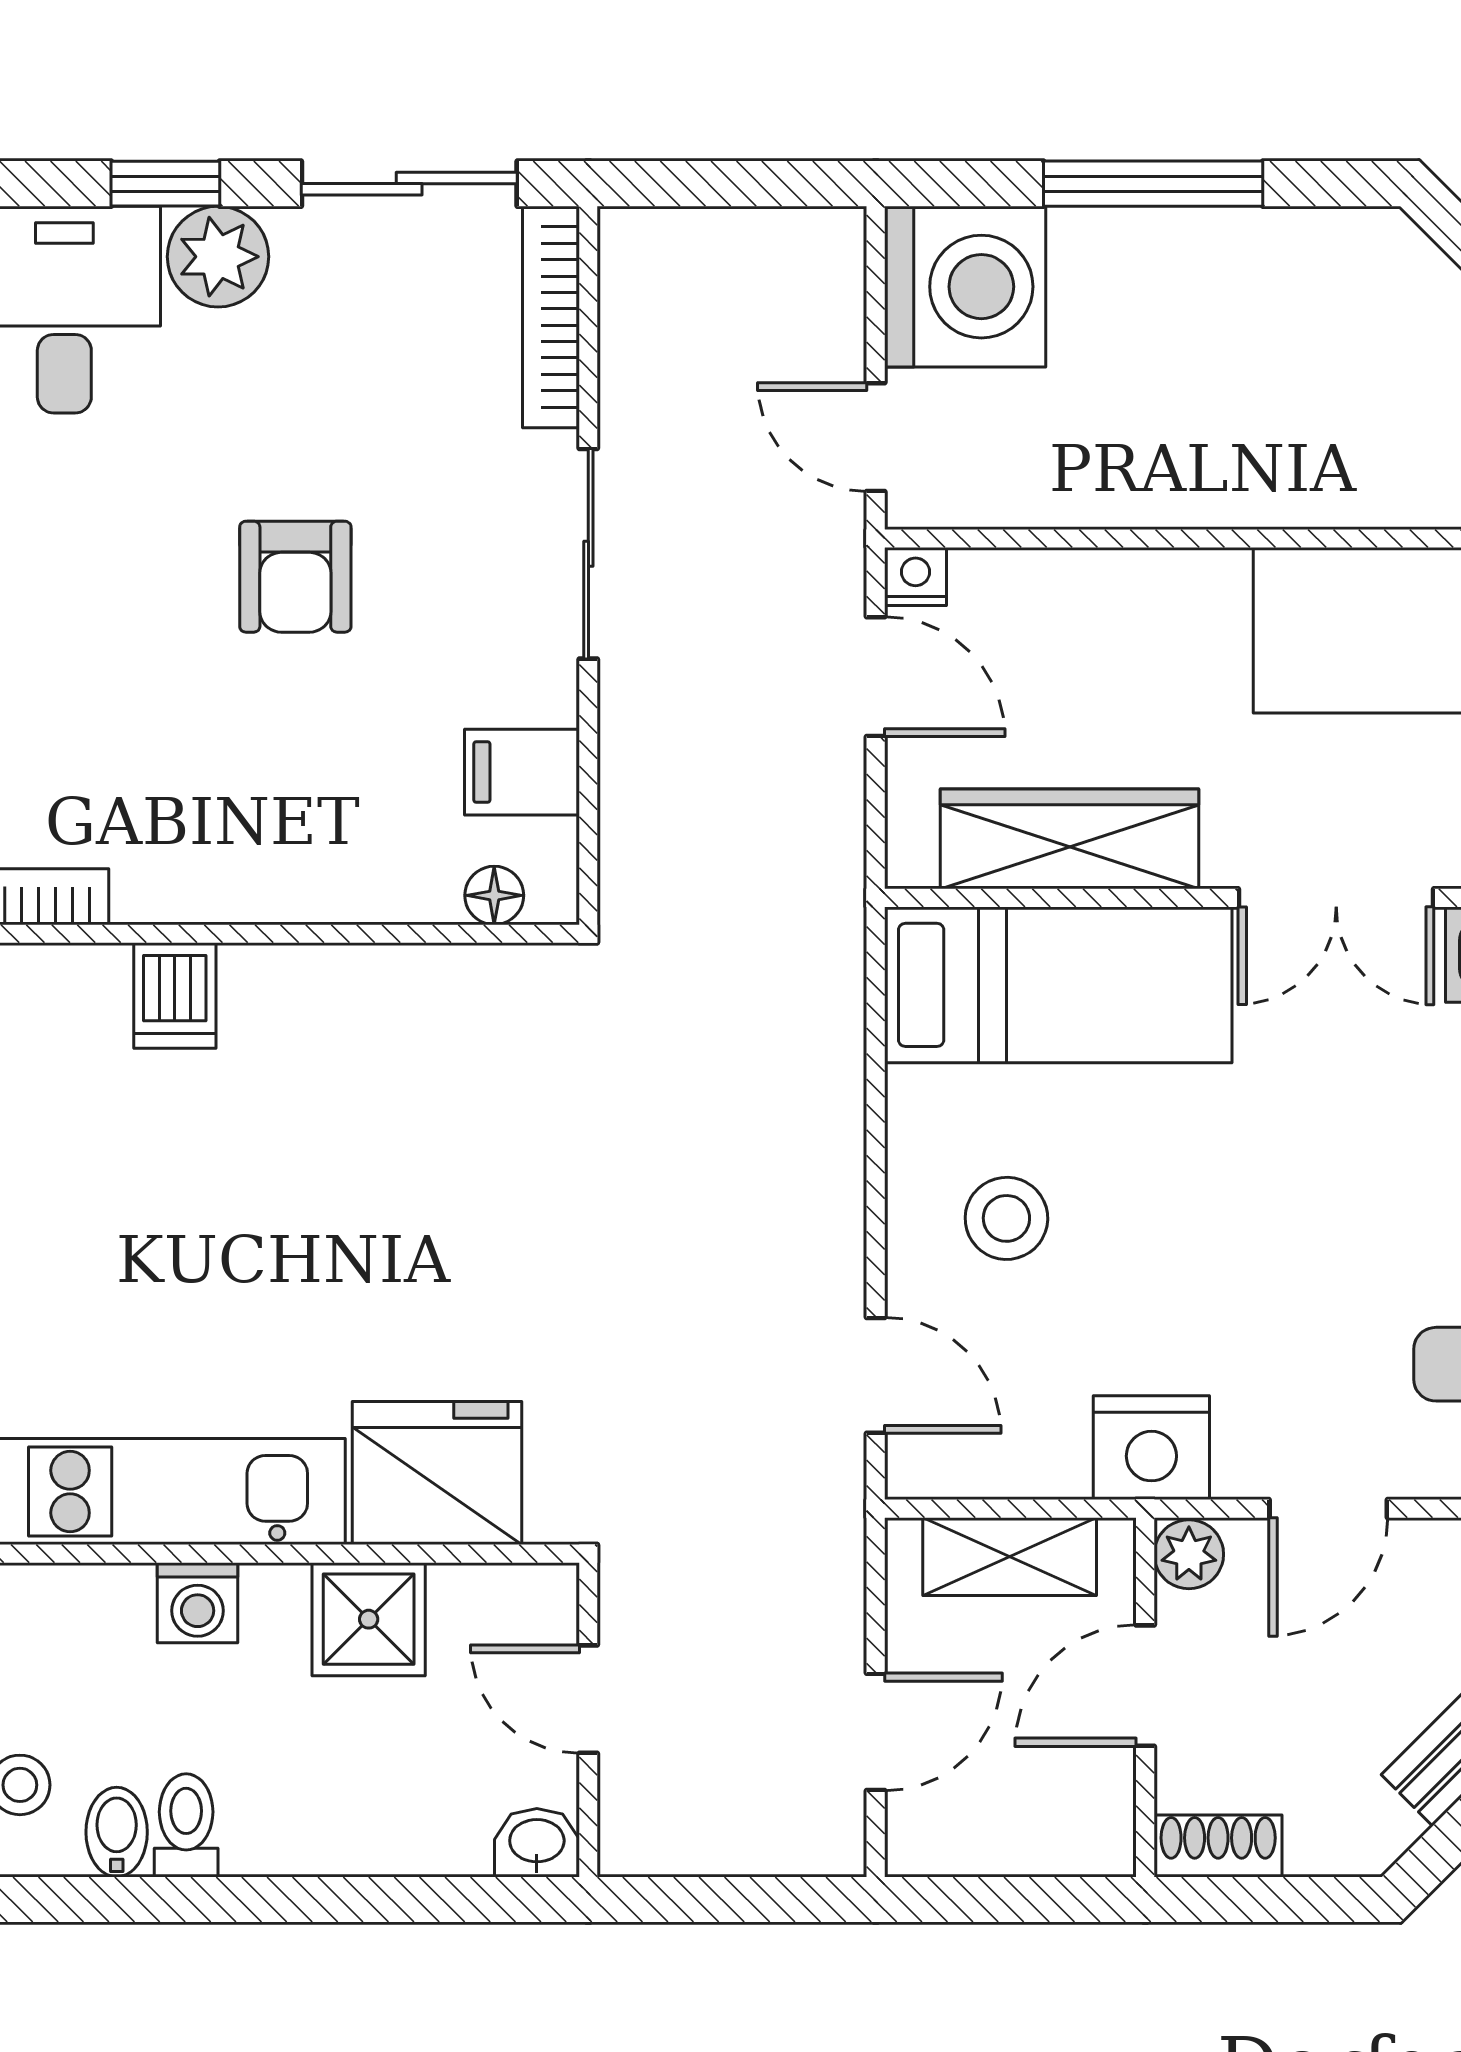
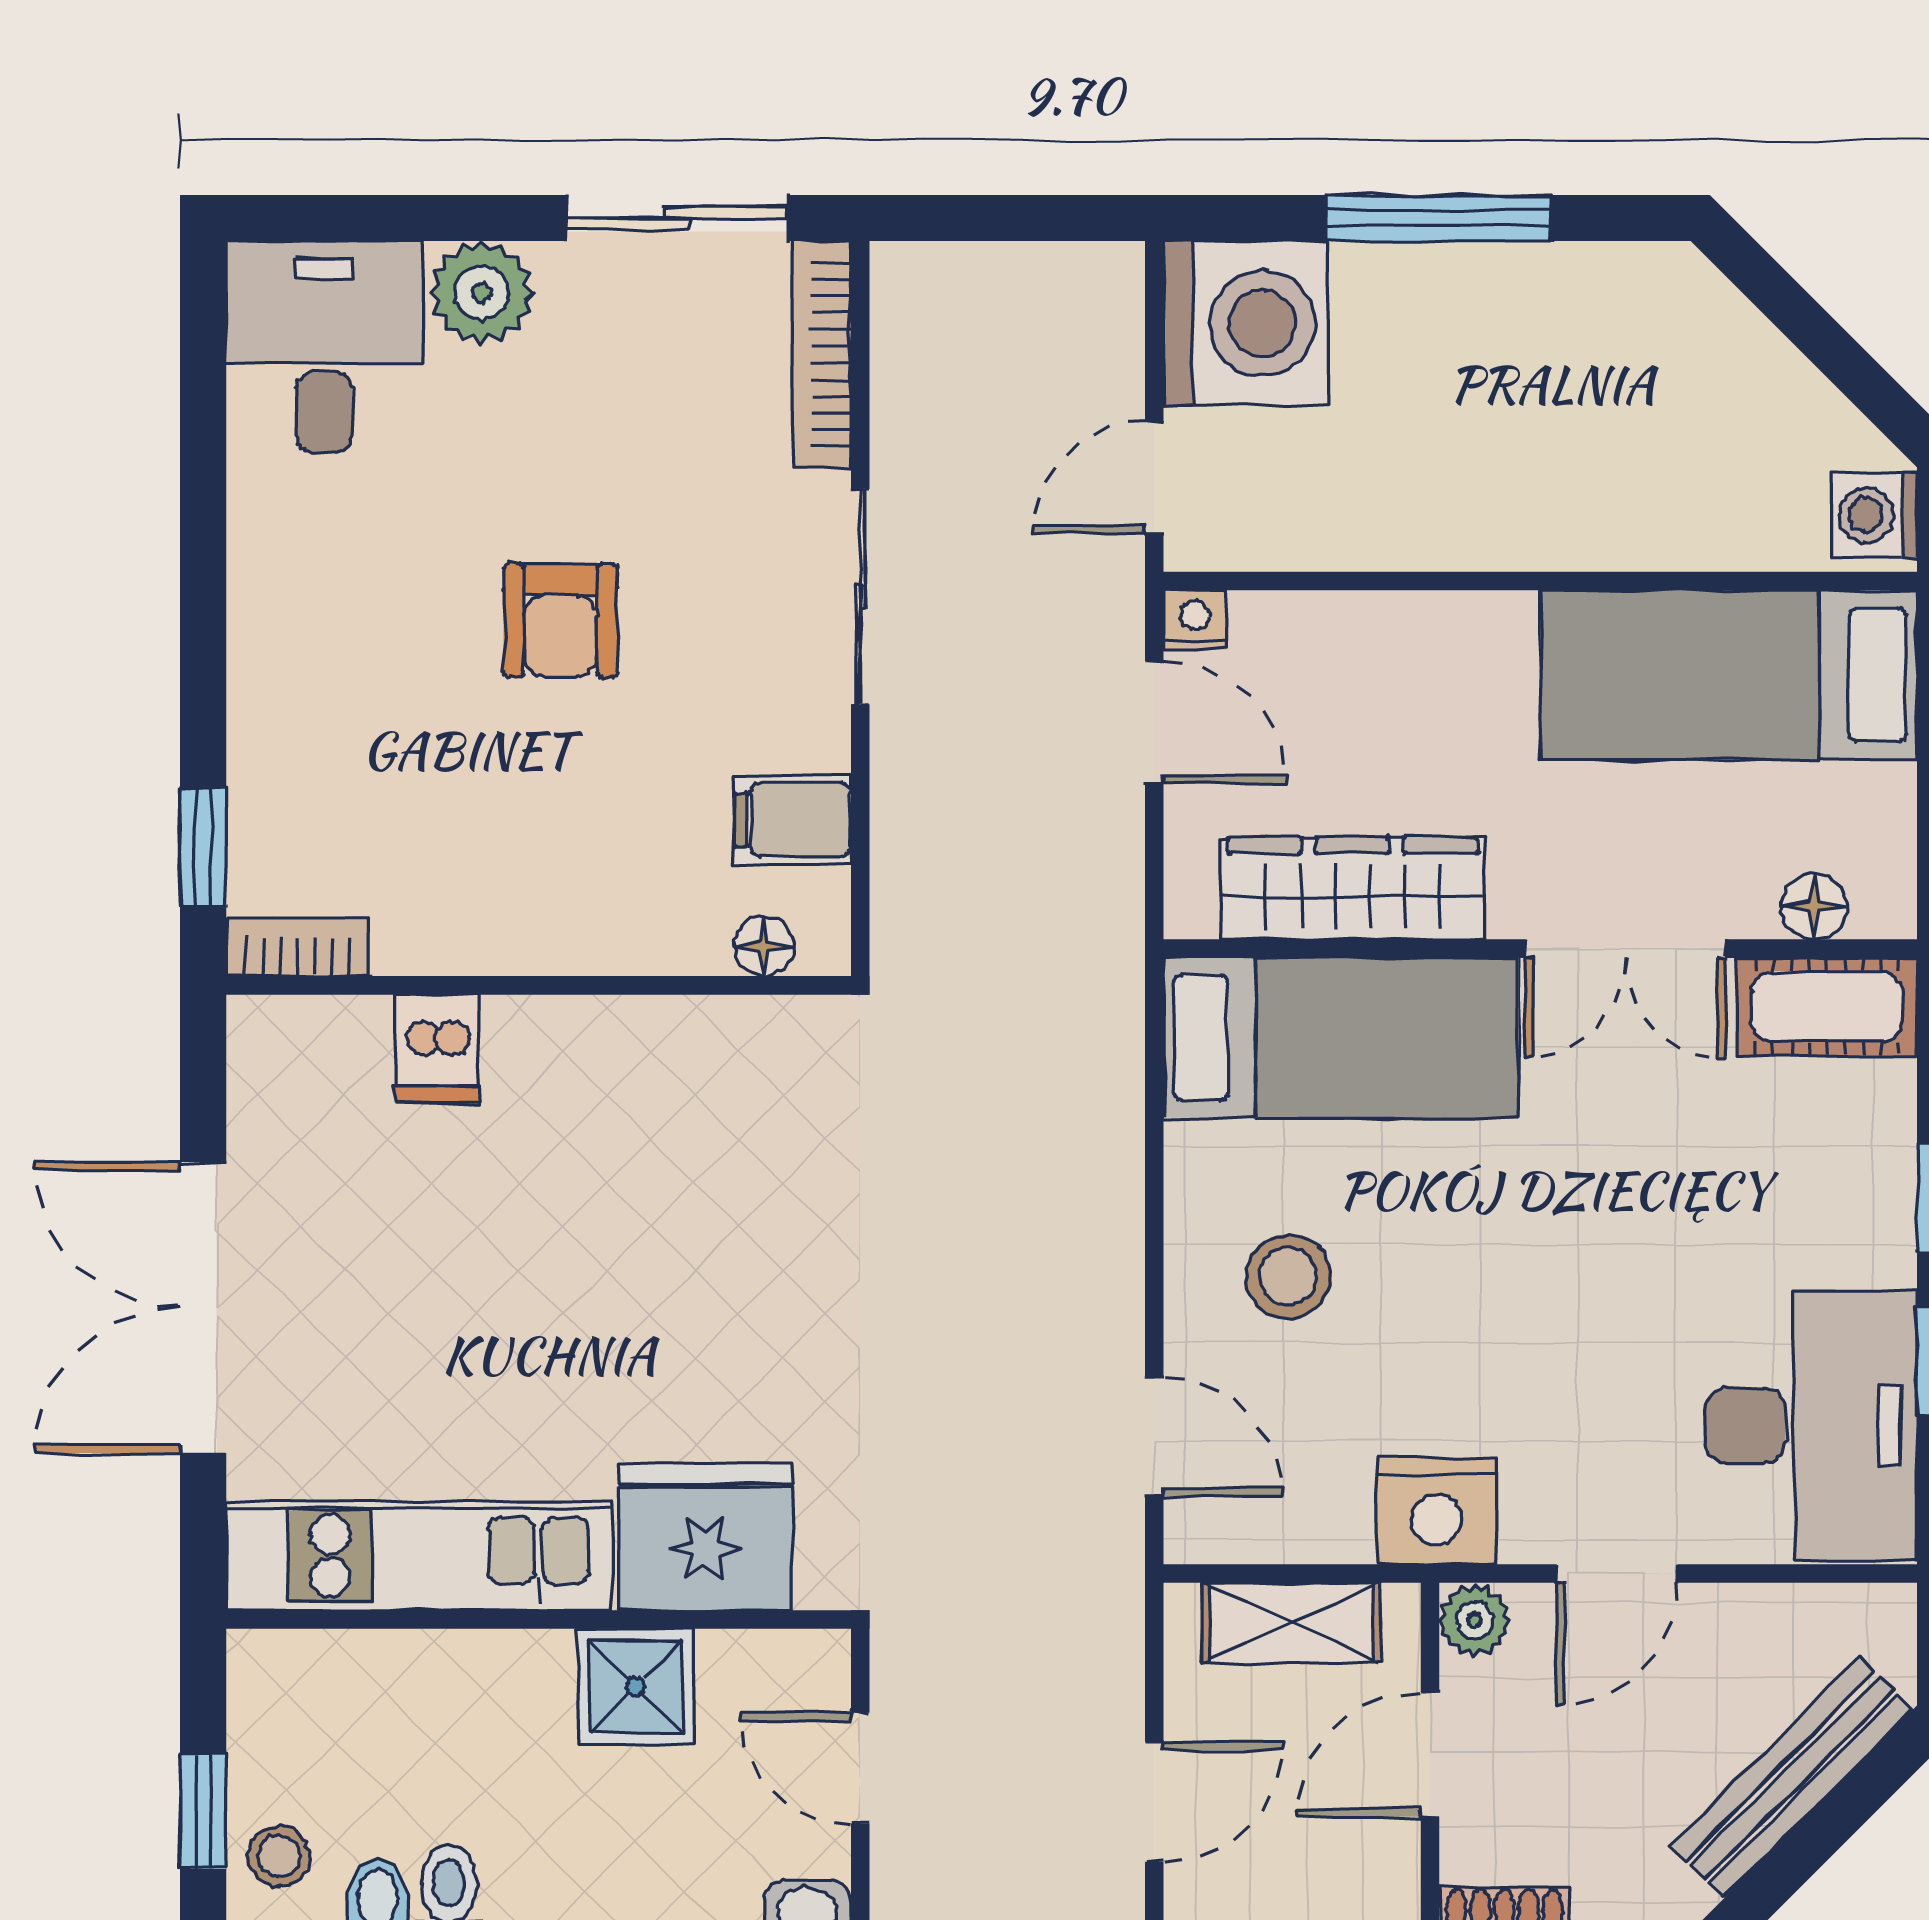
window: (165, 184) -> (428, 218), removed
door: (876, 437) -> (1154, 477), hinge flipped
washing machine: (198, 1603) -> (461, 1670), removed

